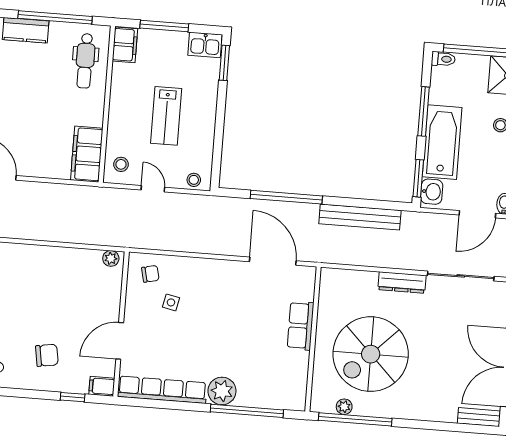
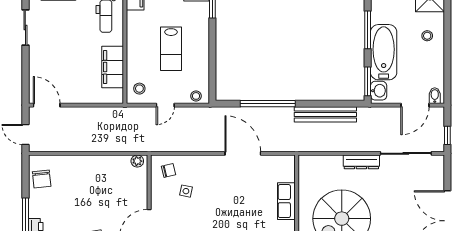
filing cabinet: (87, 154) -> (113, 67), moved
door: (153, 189) -> (165, 105), swing flipped
door: (273, 261) -> (243, 153), moved

